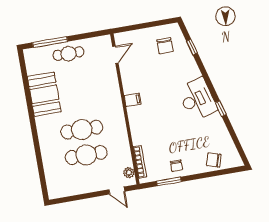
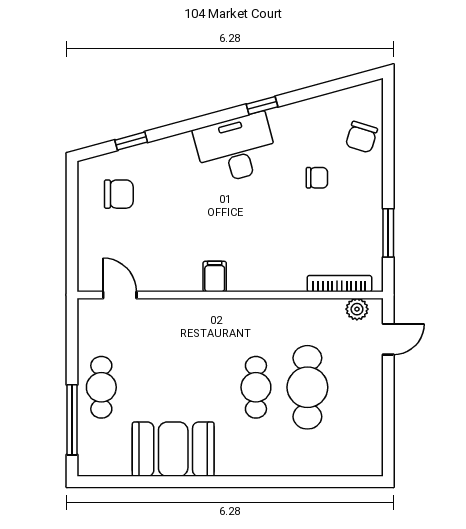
cafe table: (82, 130) -> (256, 387), width x0.73, depth x0.74
chair: (176, 166) -> (317, 178), moved

